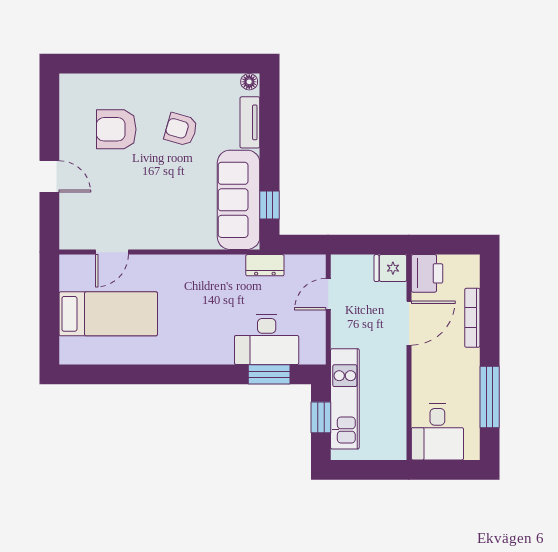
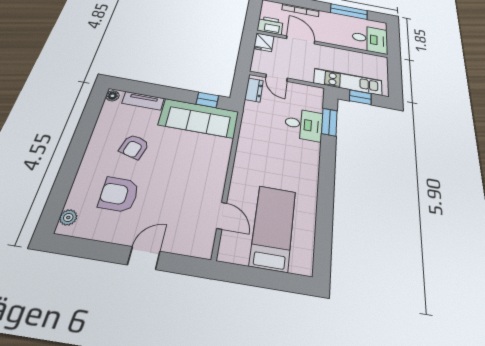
plant: (80, 83) -> (68, 217), added
armchair: (116, 129) -> (119, 194), turned 90
dresser: (265, 265) -> (254, 90), moved
desk: (267, 339) -> (304, 125), width x0.73

